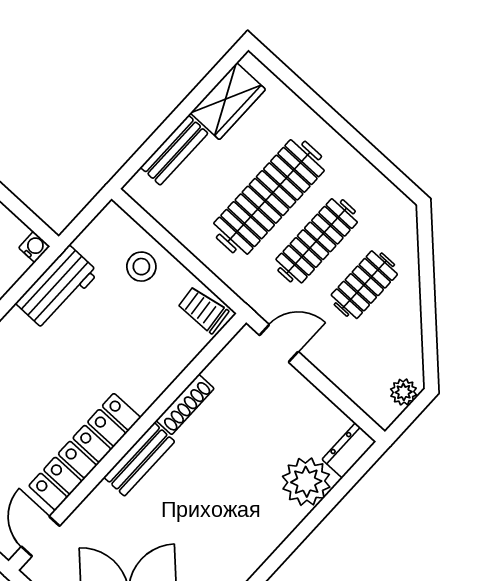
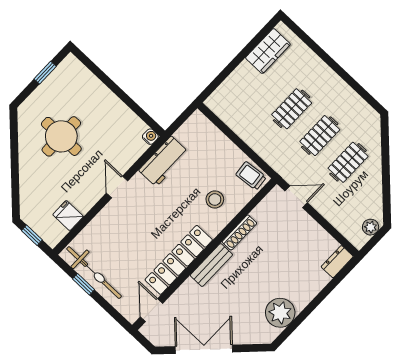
bench: (174, 150) -> (235, 80), removed
clothes rail: (269, 197) -> (292, 109), width x0.54, depth x0.76
clothes rail: (317, 241) -> (320, 136), width x0.73
stool: (141, 267) -> (215, 199), moved
plant: (306, 482) -> (280, 313), moved

